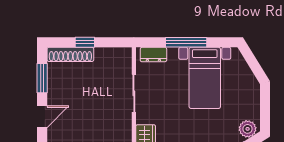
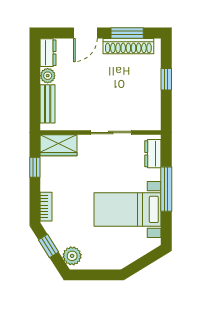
shoe rack: (70, 54) -> (128, 46), moved, turned -90
door: (42, 117) -> (85, 33), hinge flipped

